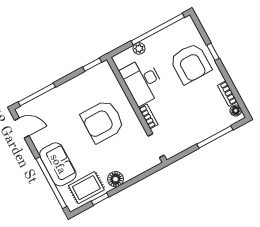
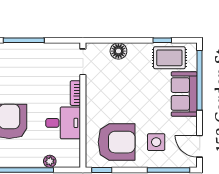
desk: (142, 81) -> (63, 123), width x0.73
side table: (60, 112) -> (156, 142), added
armchair: (103, 121) -> (117, 142), moved
floor lamp: (116, 179) -> (118, 51), moved

